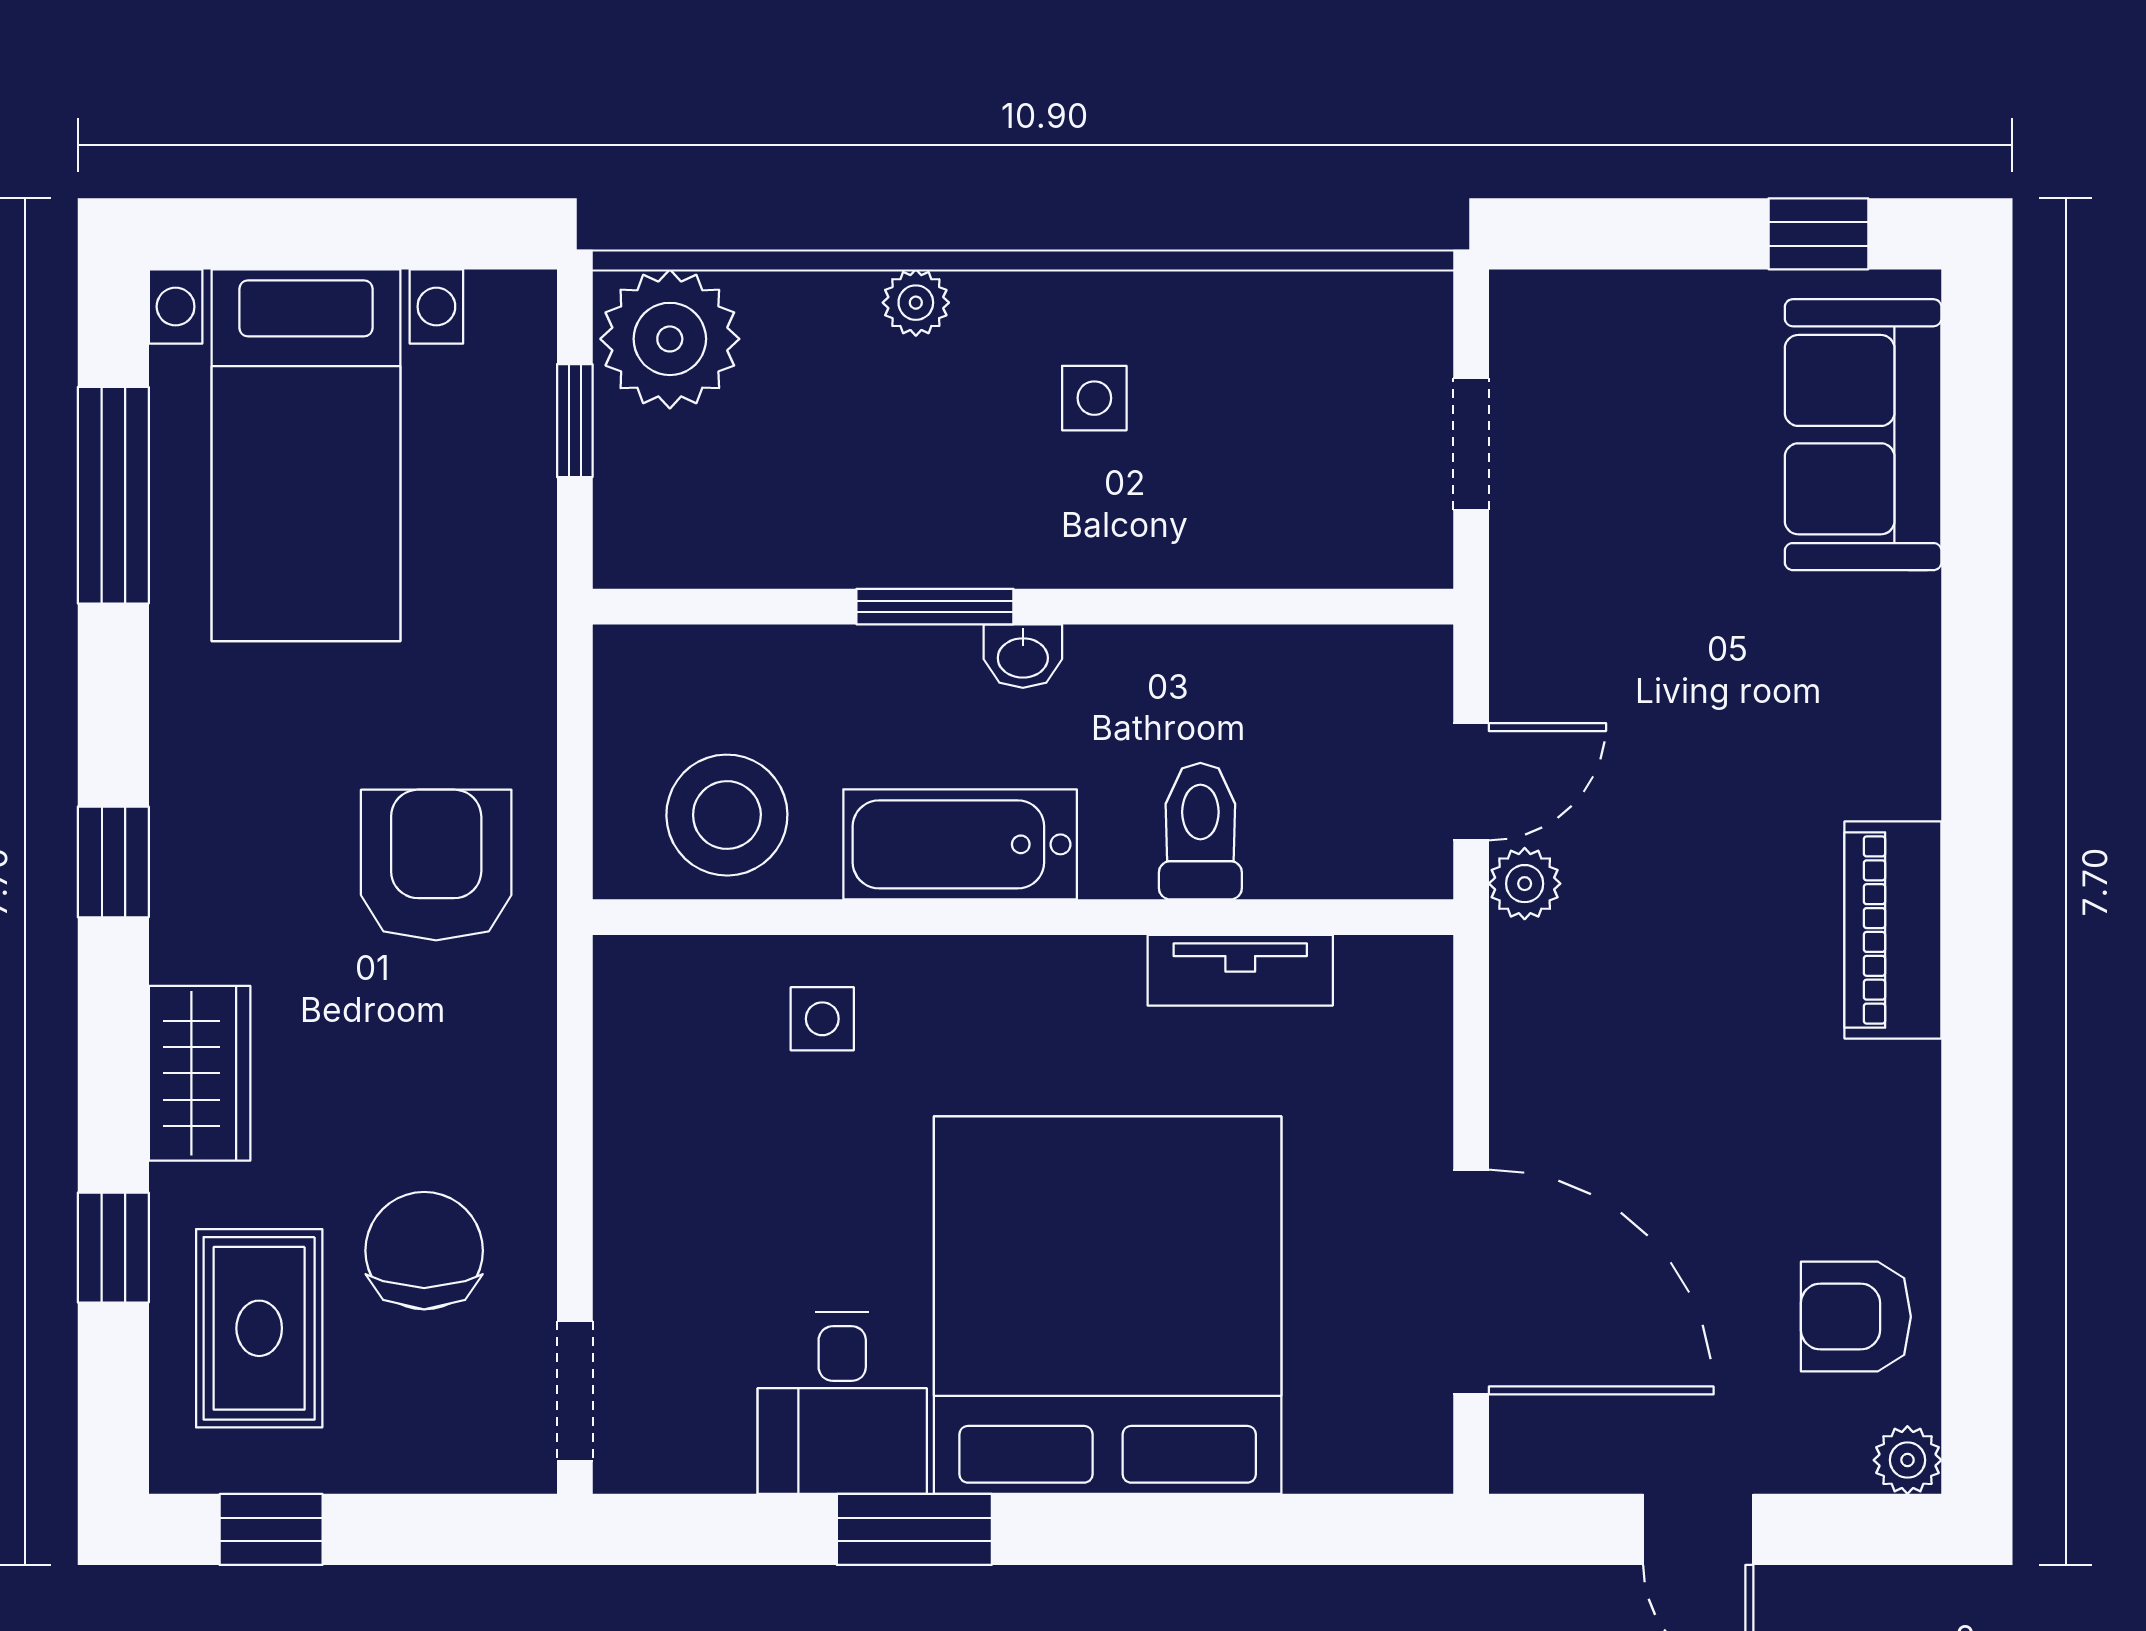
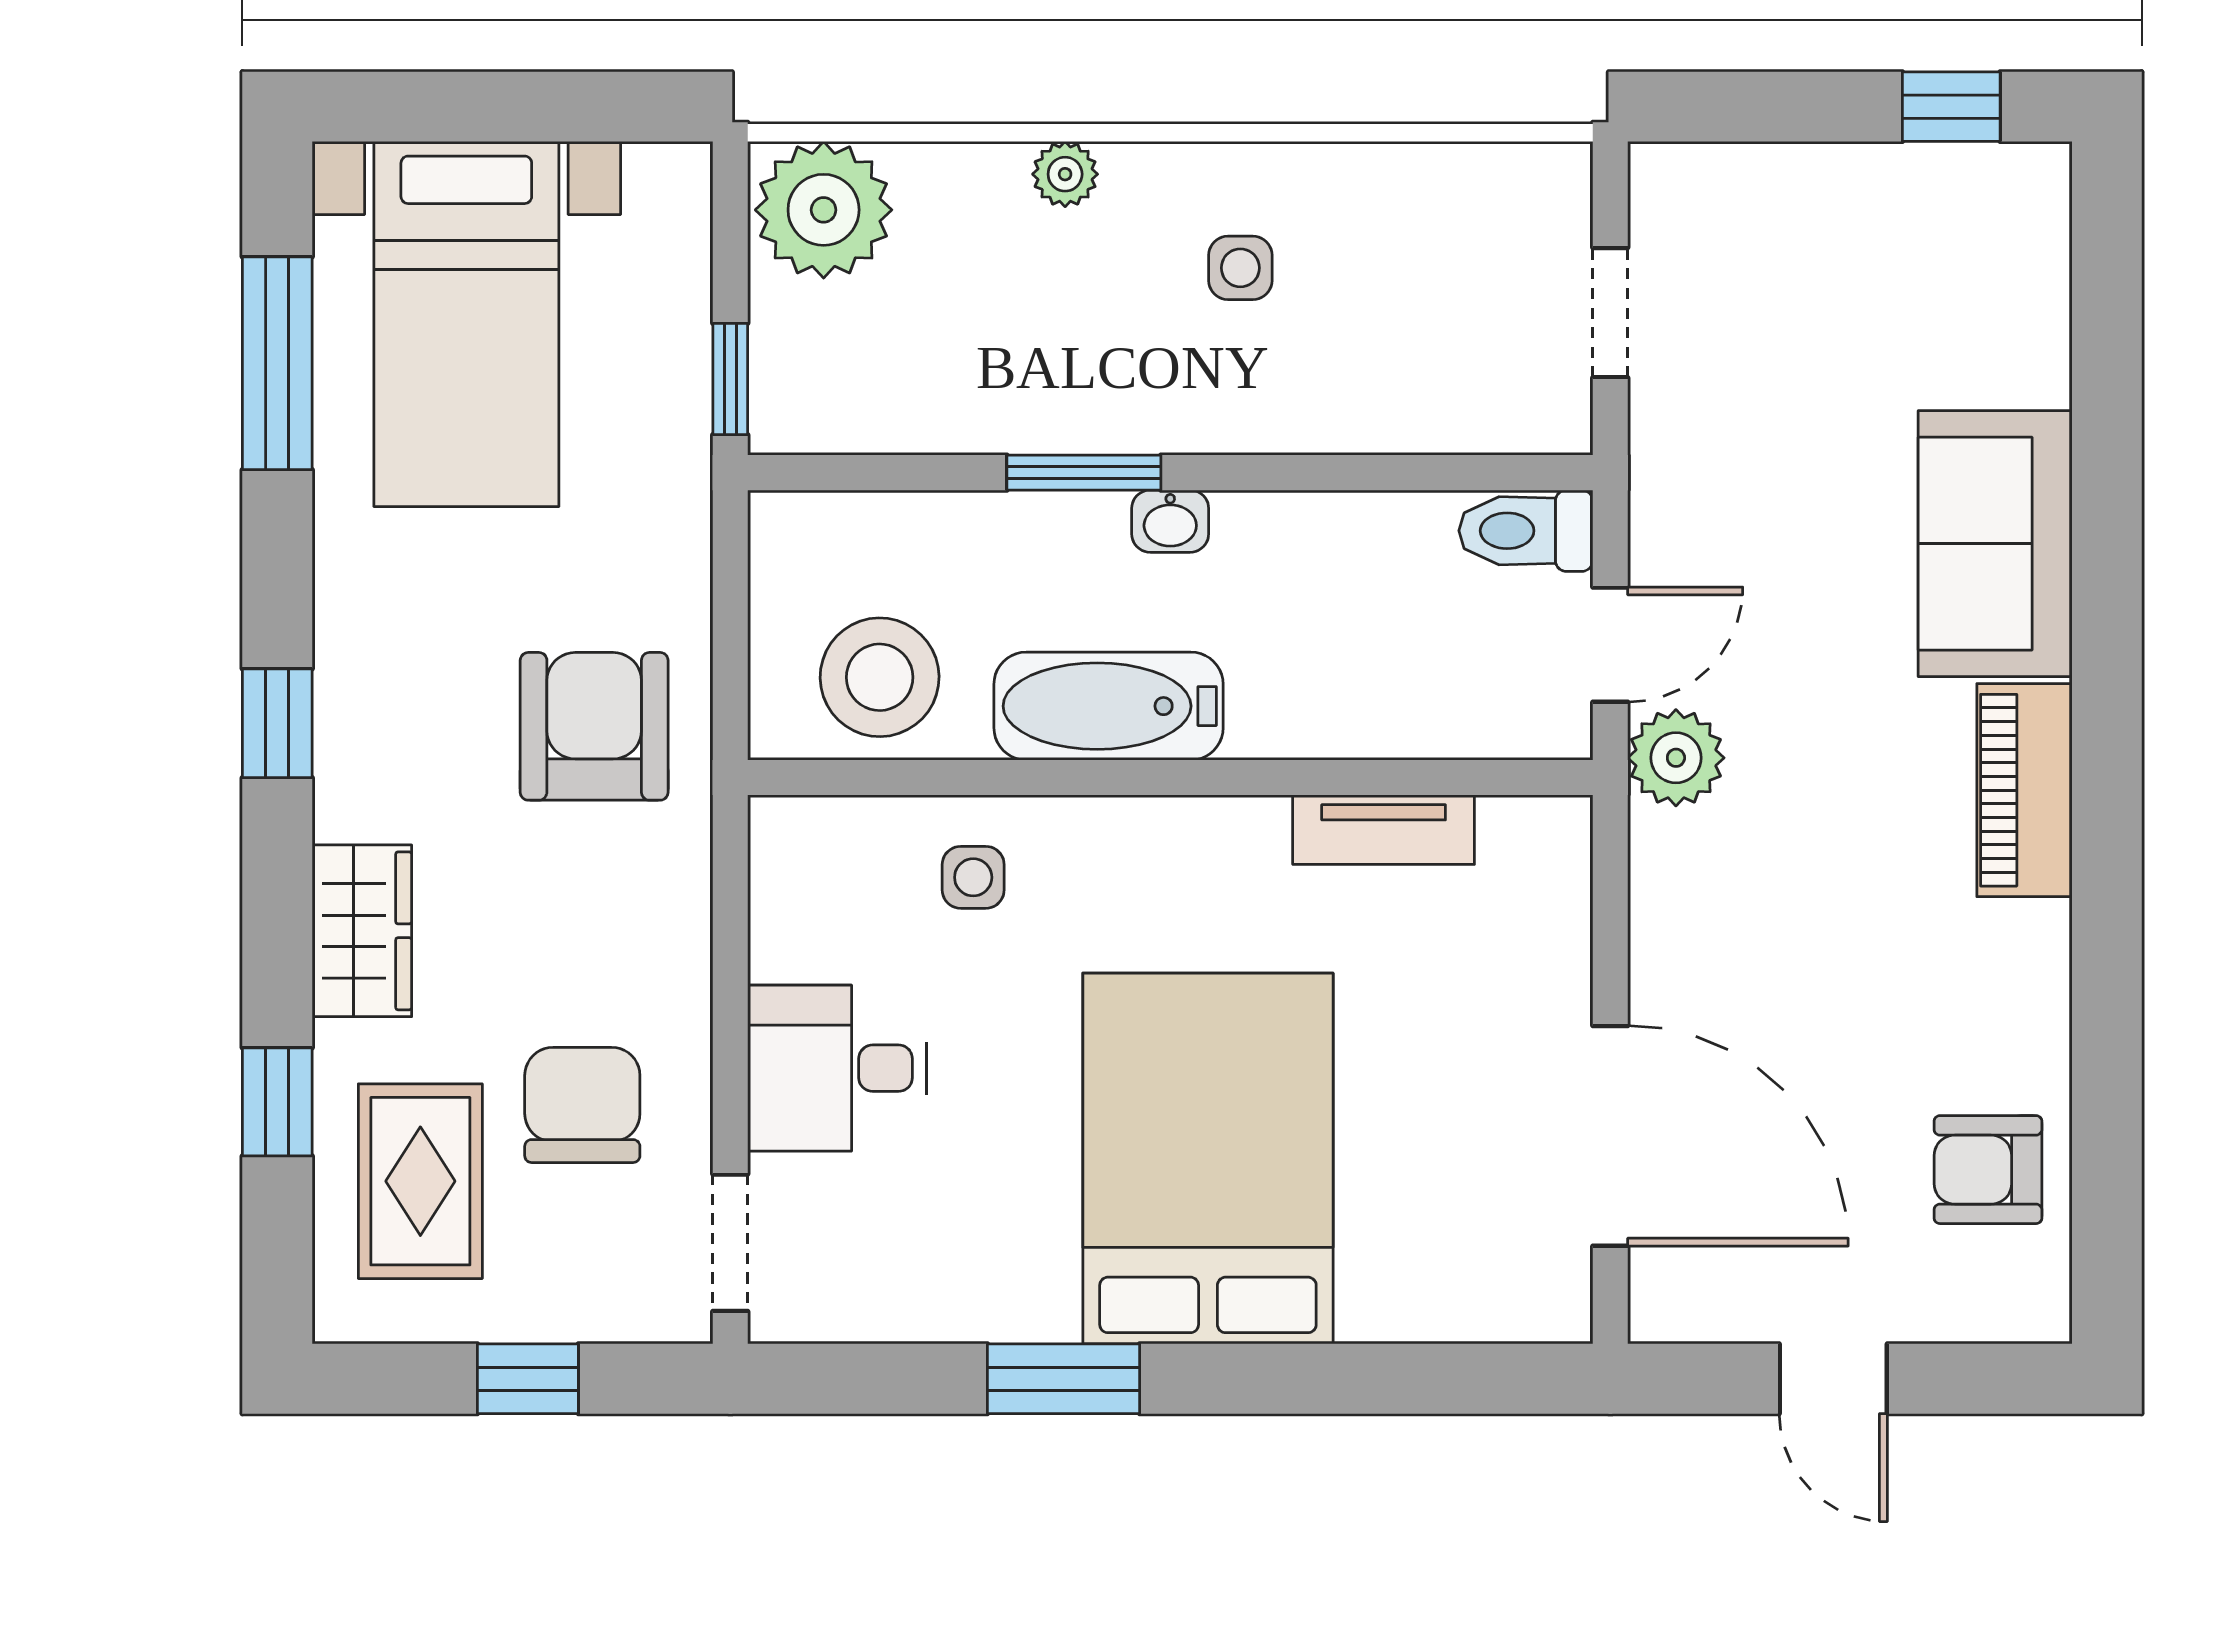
window: (575, 421) -> (730, 379), moved
sofa: (1863, 435) -> (1995, 544), moved
toilet: (1200, 831) -> (1526, 531), moved, turned -90
plant: (1525, 884) -> (1676, 758), width x1.38, depth x1.38
bed: (1108, 1305) -> (1208, 1158), width x0.73
desk: (842, 1403) -> (837, 1068), moved, turned 90
plant: (1907, 1460) -> (2039, 1311), removed
window: (271, 1529) -> (528, 1379), moved

